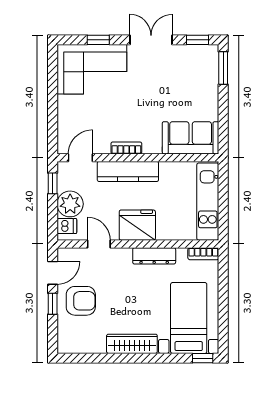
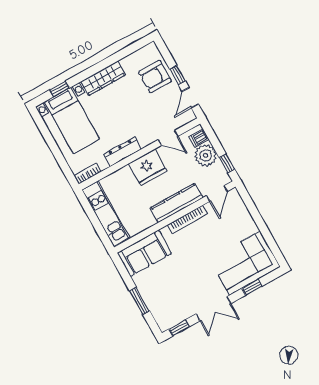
window: (223, 68) -> (139, 301), moved
bookcase: (126, 148) -> (187, 219), width x1.56
armchair: (81, 301) -> (155, 77), moved
window: (203, 358) -> (59, 89), moved

